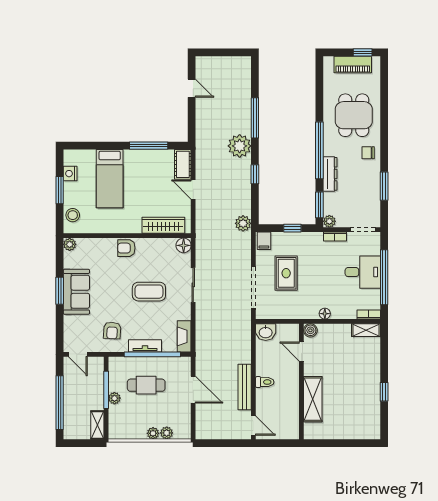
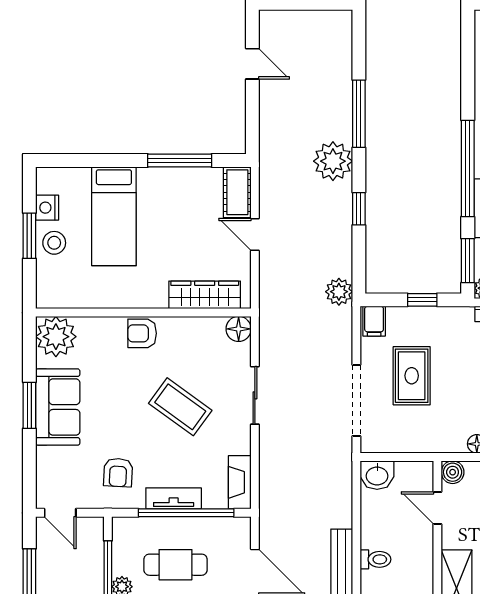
stool: (73, 215) -> (54, 243), moved
plant: (70, 244) -> (56, 337), width x1.87, depth x1.87
coffee table: (149, 292) -> (180, 407), turned 36

